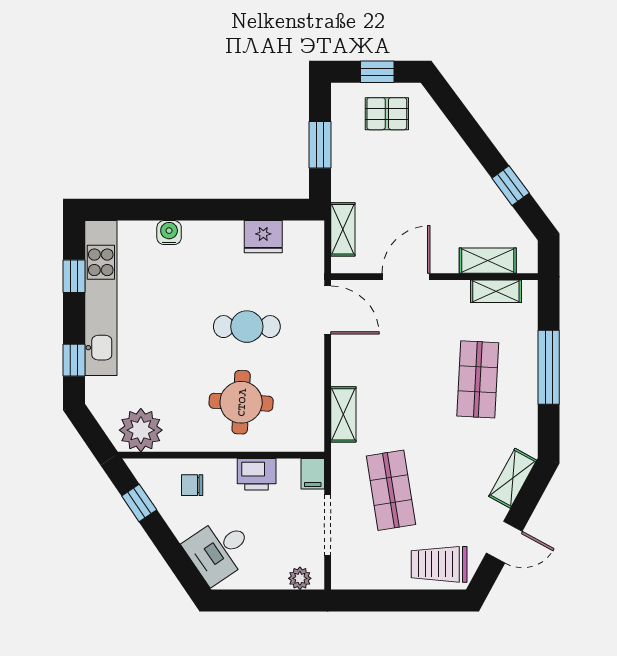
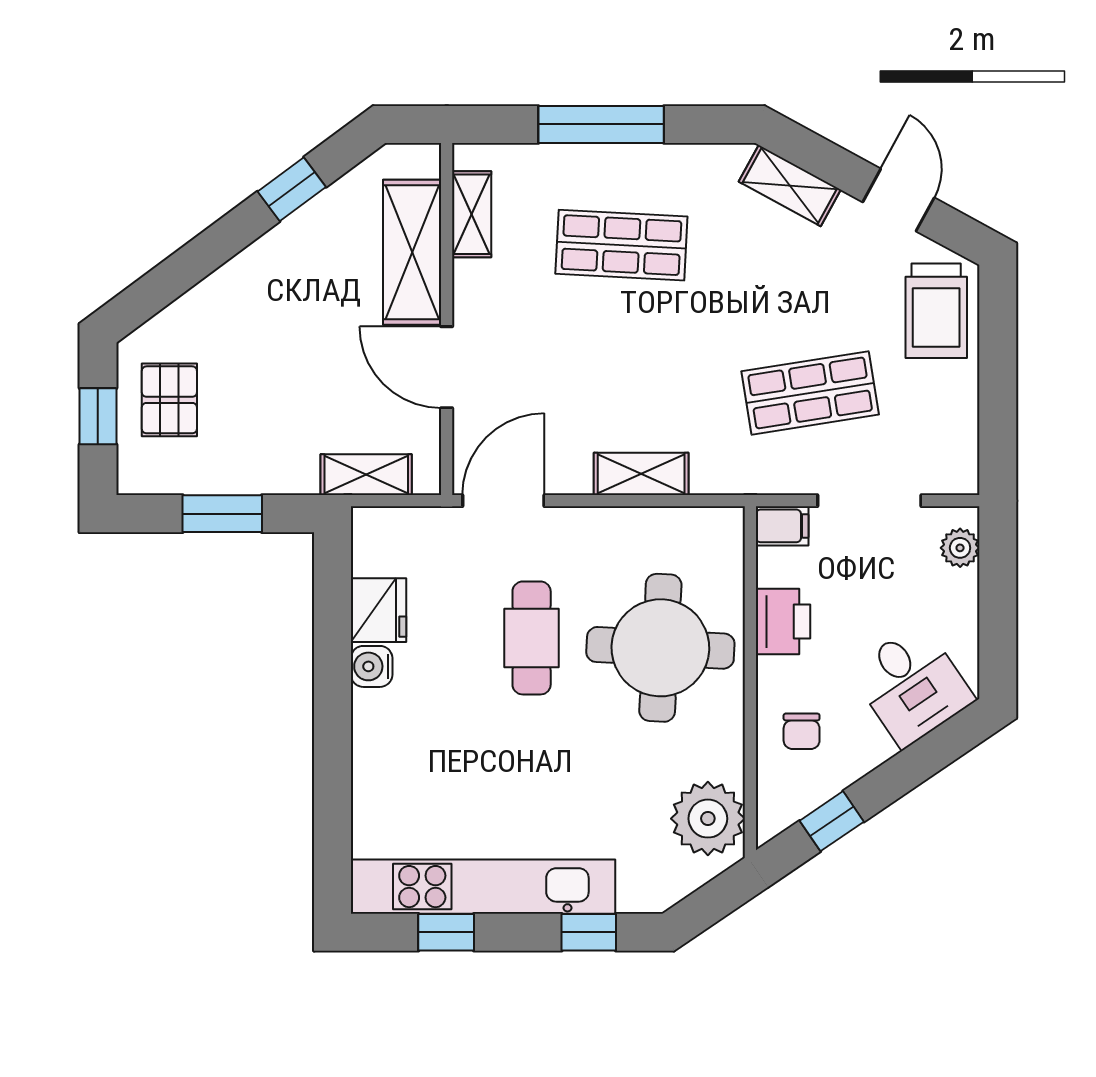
water cooler: (169, 233) -> (372, 666), moved
shelving: (488, 261) -> (412, 252), width x1.50, depth x1.33
round table: (241, 402) -> (660, 648), width x1.36, depth x1.36
shelving: (343, 414) -> (641, 474), moved

